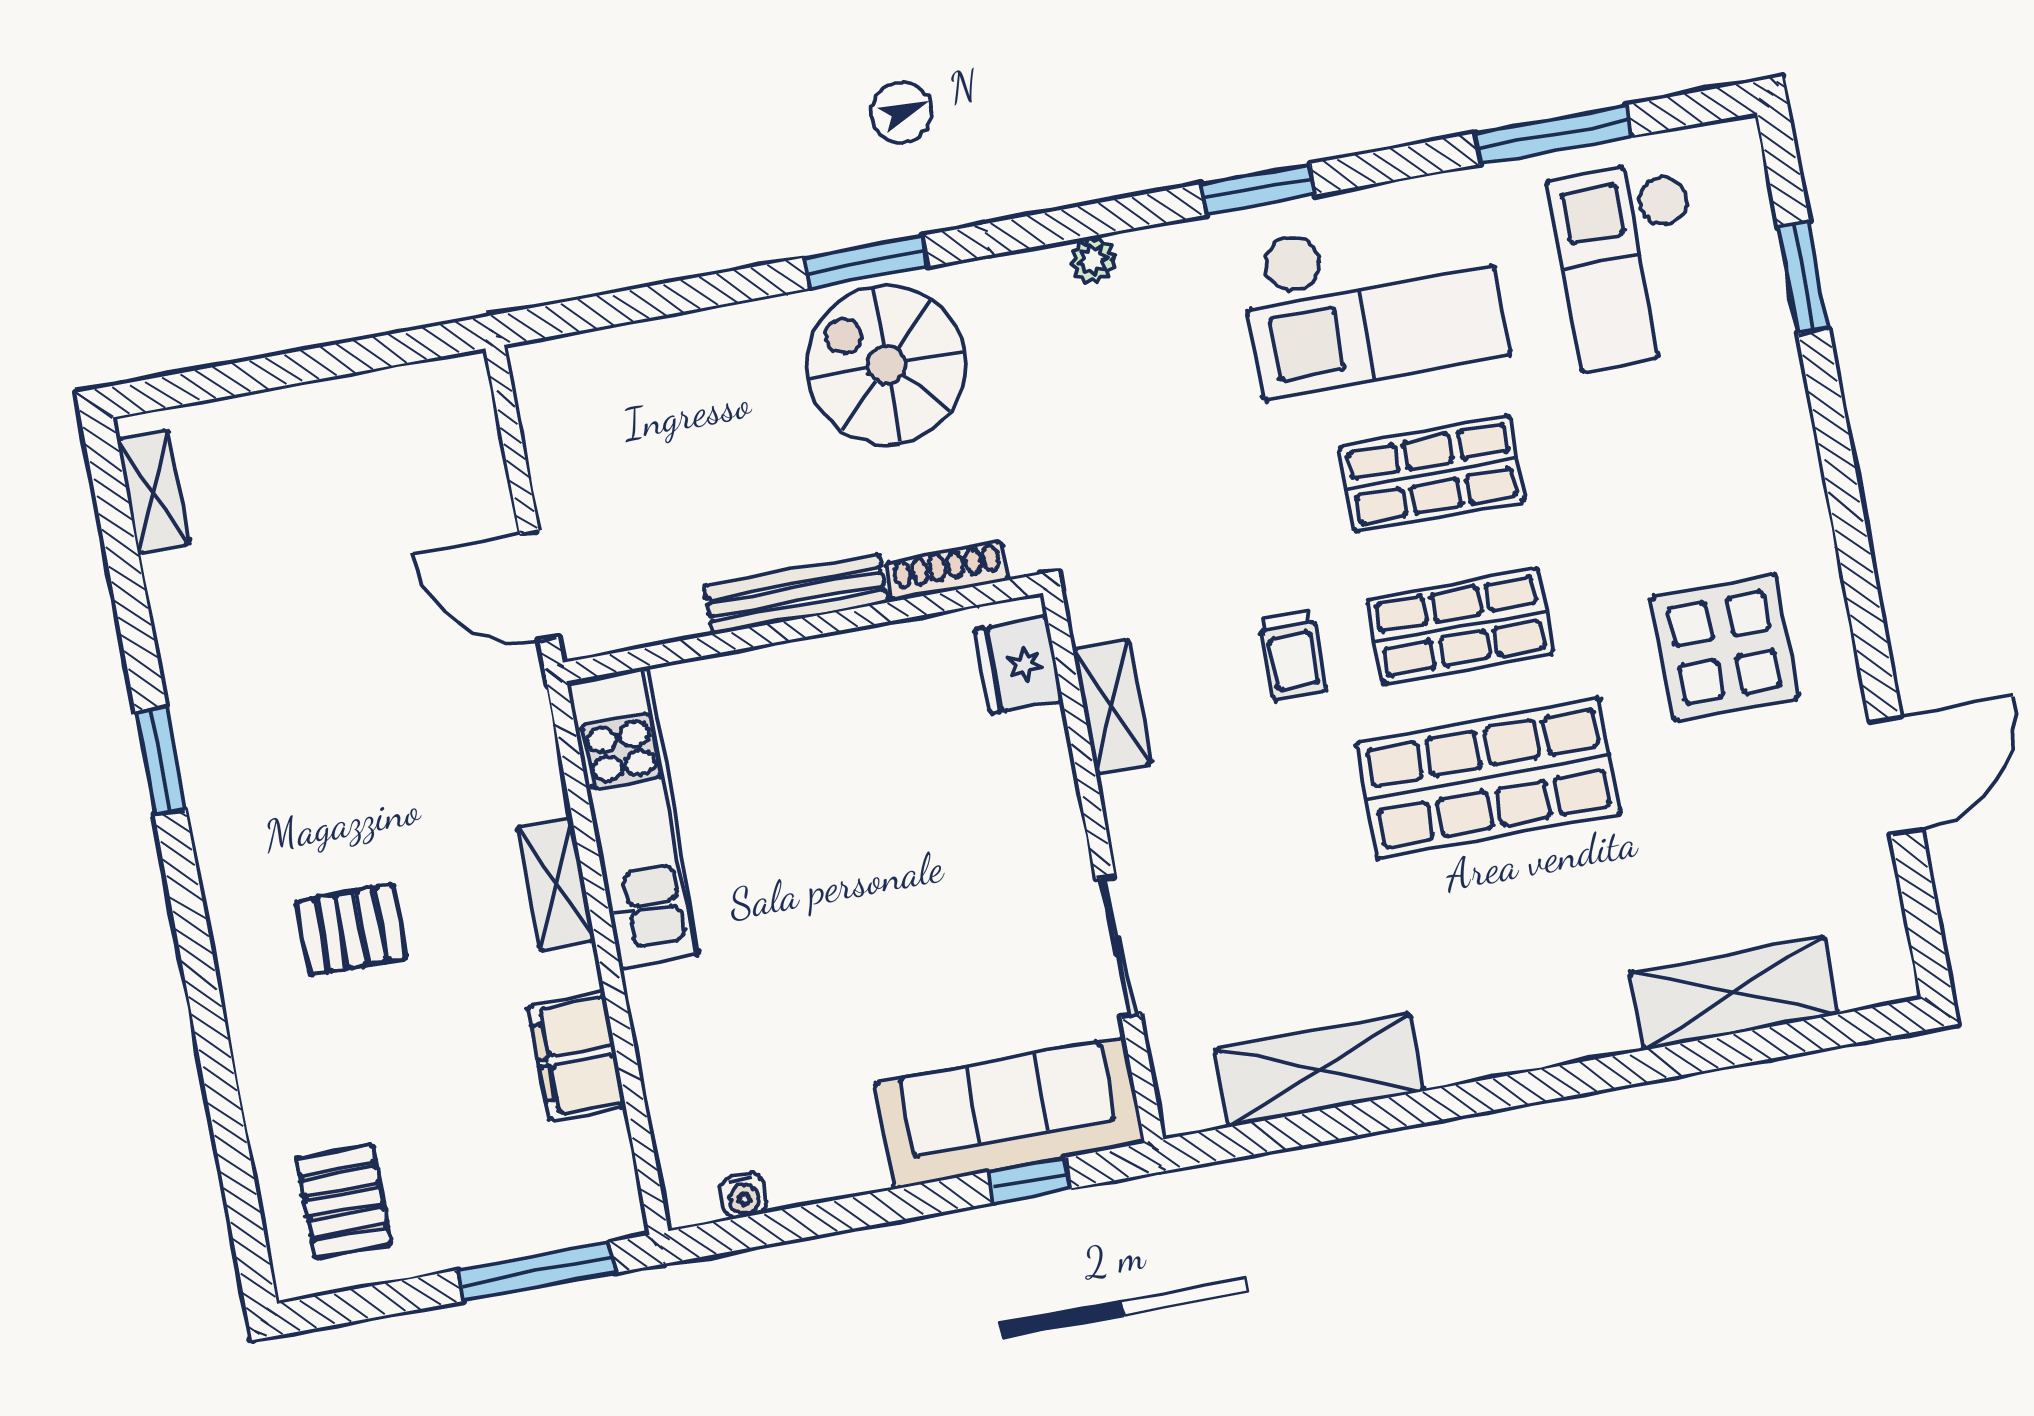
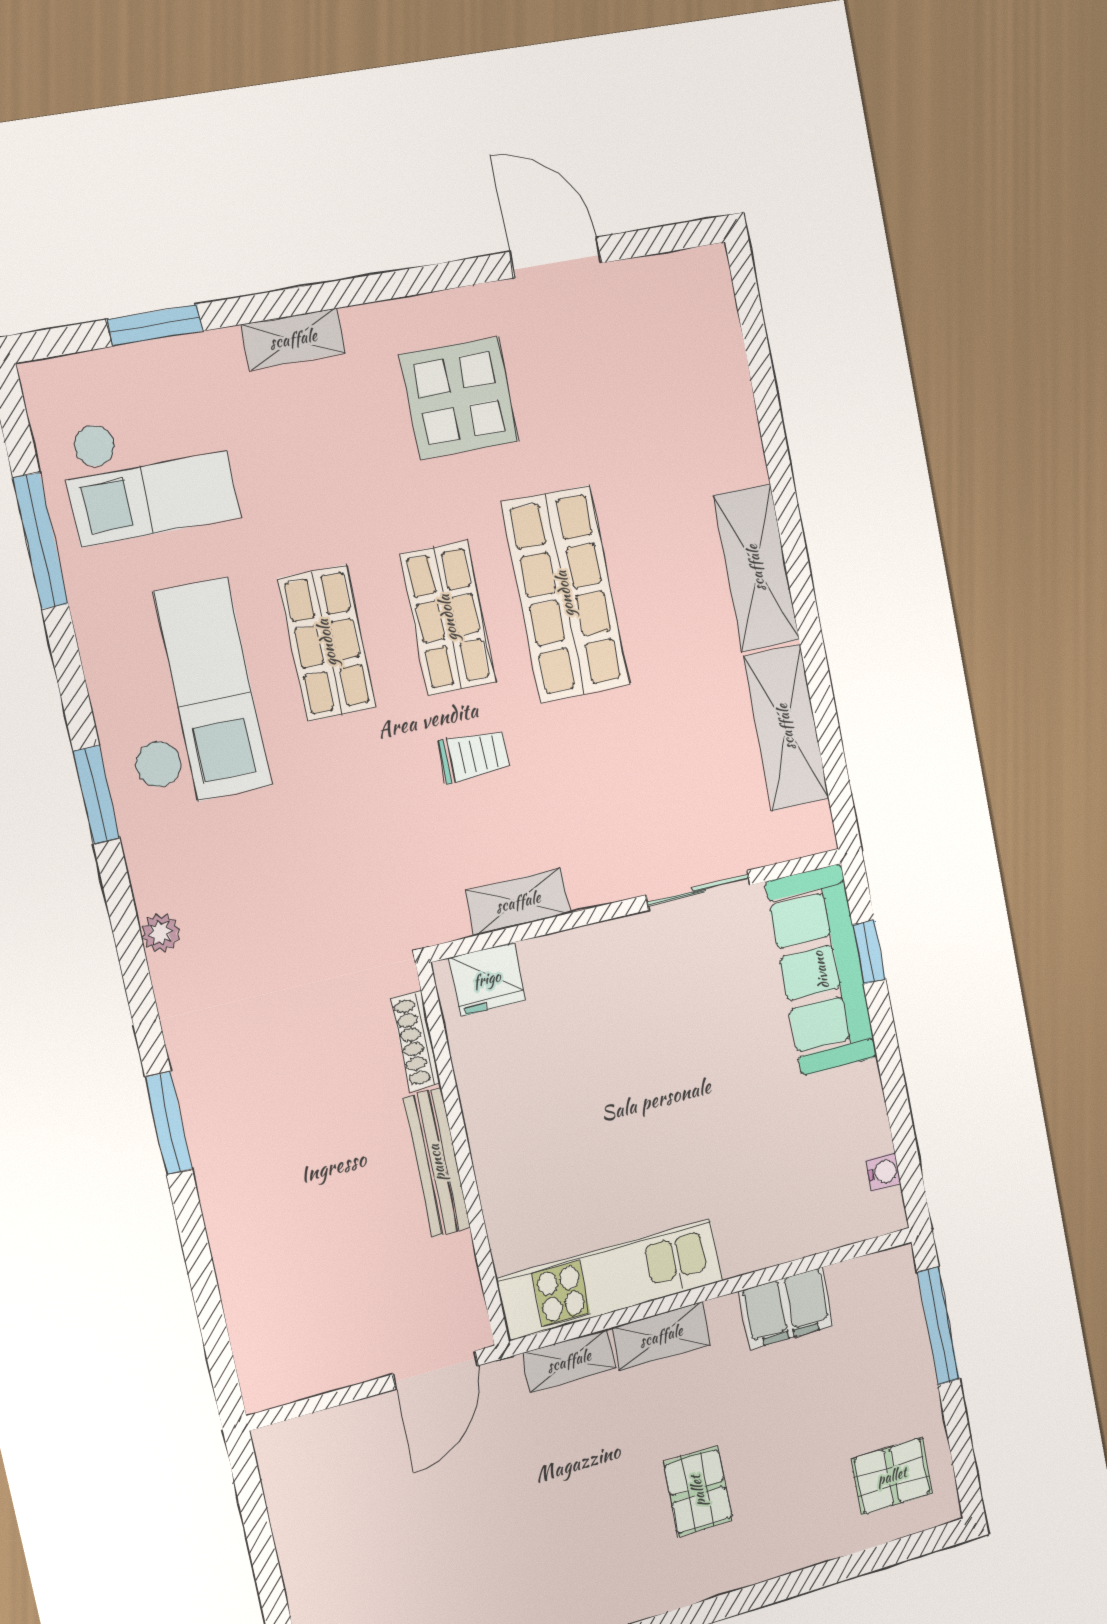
spiral stairs: (886, 365) -> (253, 1101), removed
shelving: (1791, 443) -> (293, 339), added
shelving: (535, 759) -> (569, 1361), added
shelving: (1734, 993) -> (756, 568), moved

